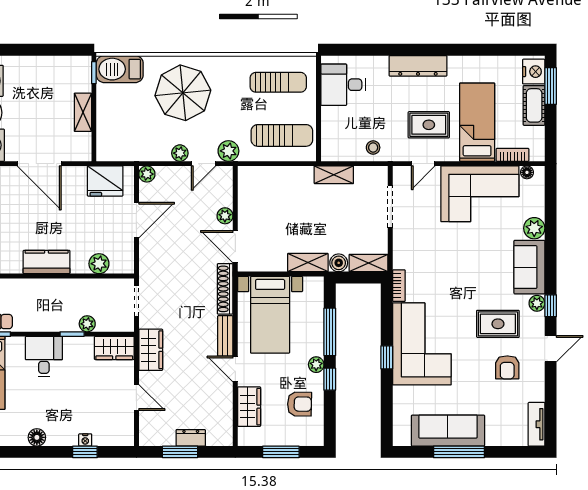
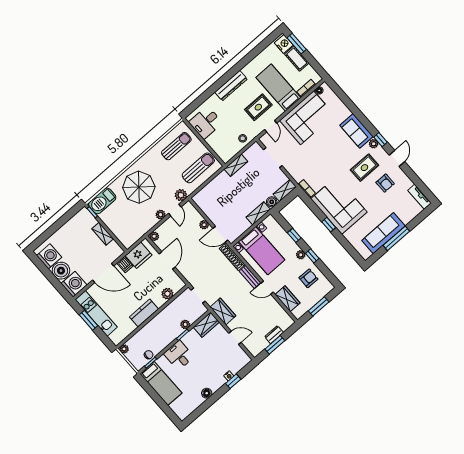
dishwasher: (77, 177) -> (125, 264), added
plant: (534, 228) -> (344, 112), removed
window: (330, 332) -> (294, 235), width x0.46

